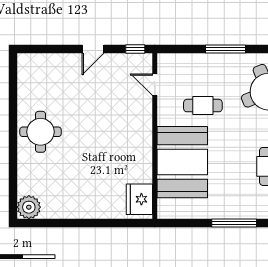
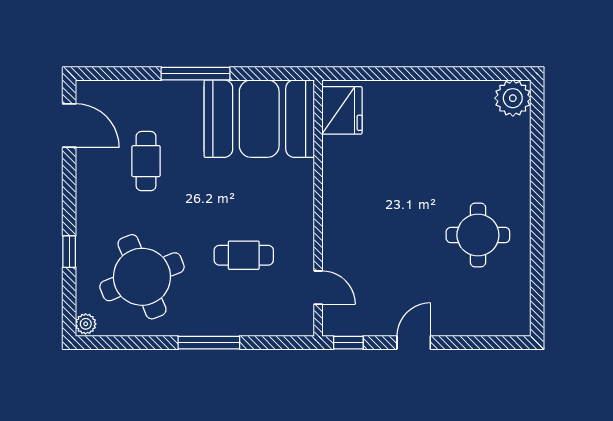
round table: (41, 132) -> (478, 235), moved
booth: (182, 162) -> (259, 119), moved, turned 90

